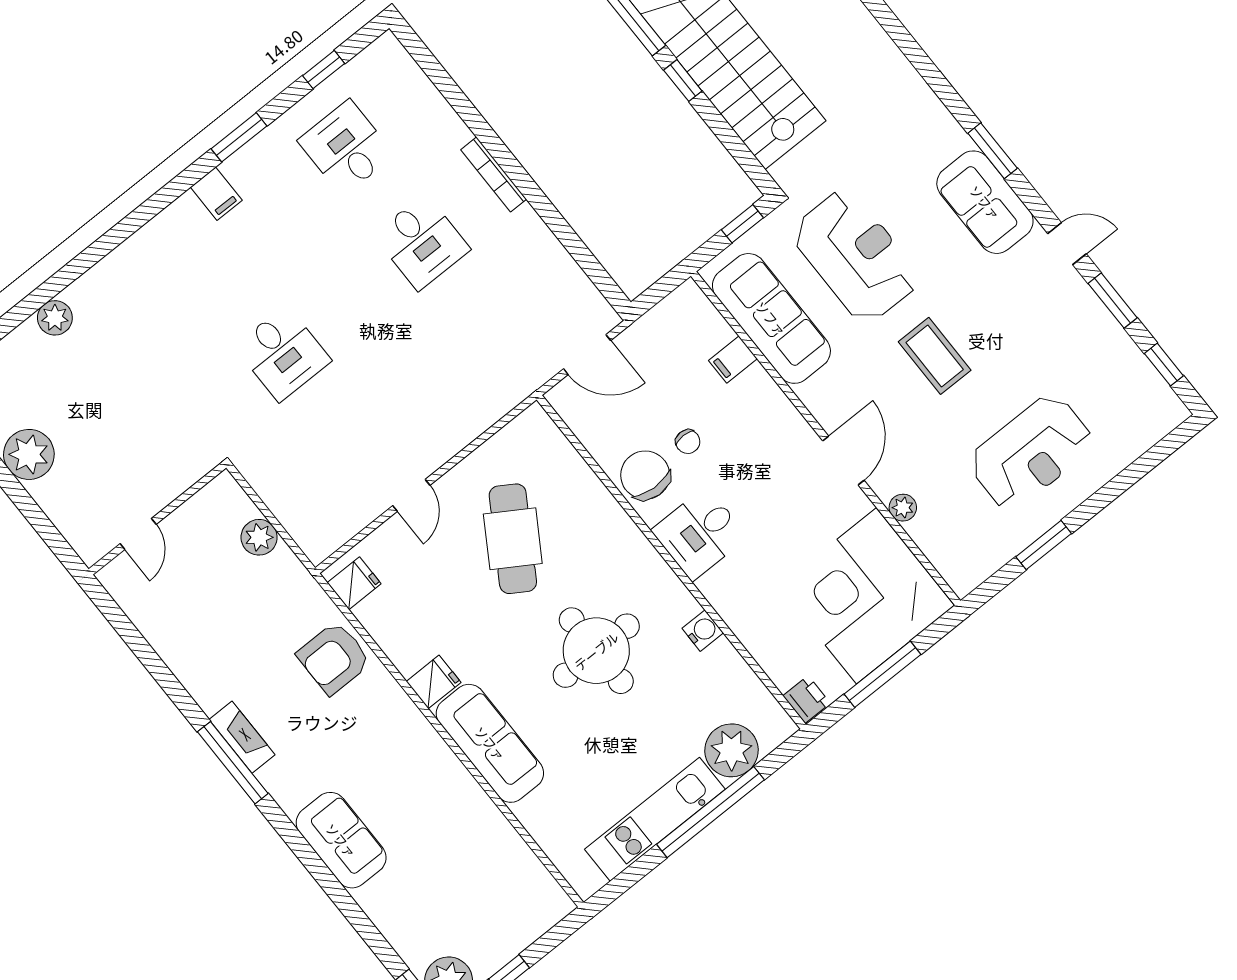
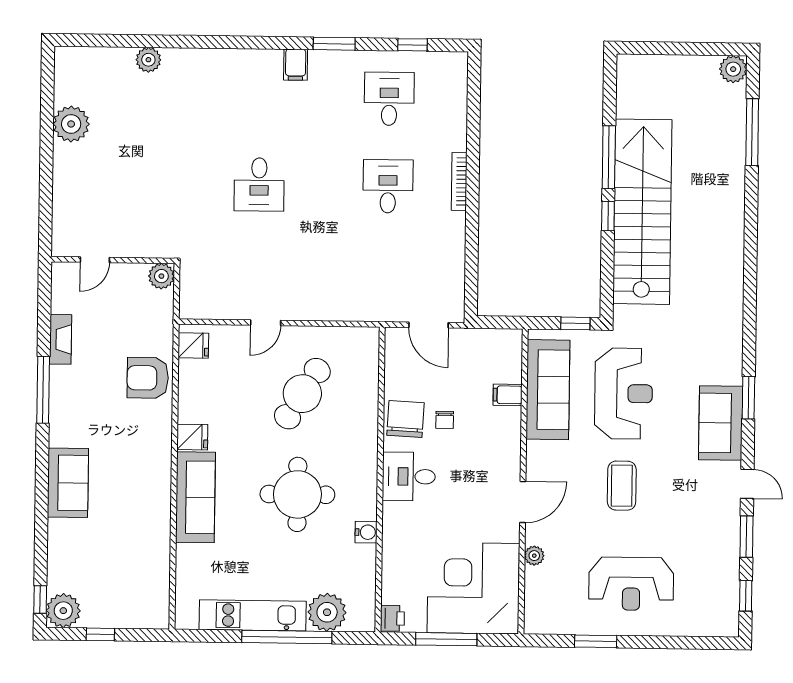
desk: (422, 242) -> (388, 186), turned 180
wall: (157, 518) -> (113, 260), moved
door: (138, 534) -> (95, 260), moved
fireplace: (242, 737) -> (61, 339), moved

